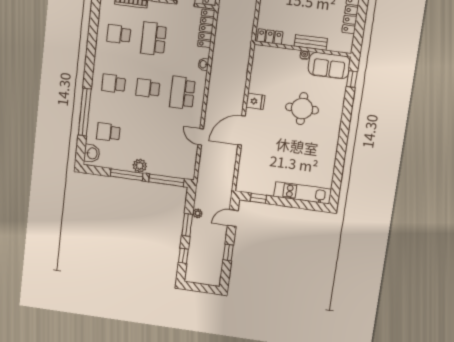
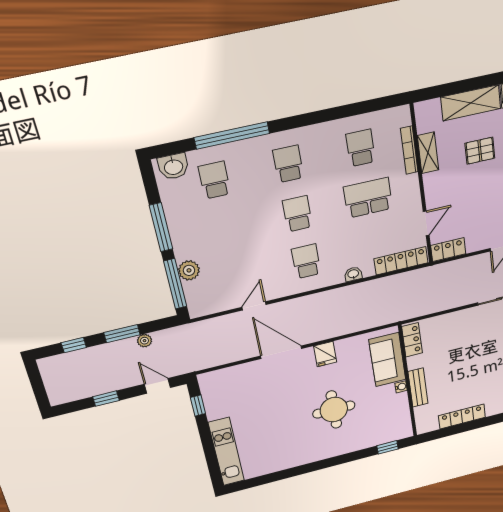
sofa: (329, 66) -> (387, 360), moved
school desk: (182, 93) -> (306, 261), width x0.54
plant: (140, 166) -> (189, 270), moved

